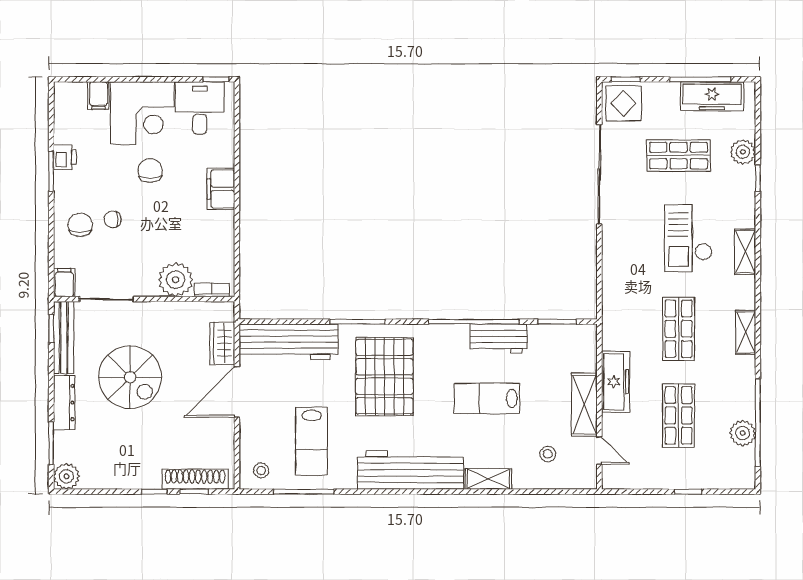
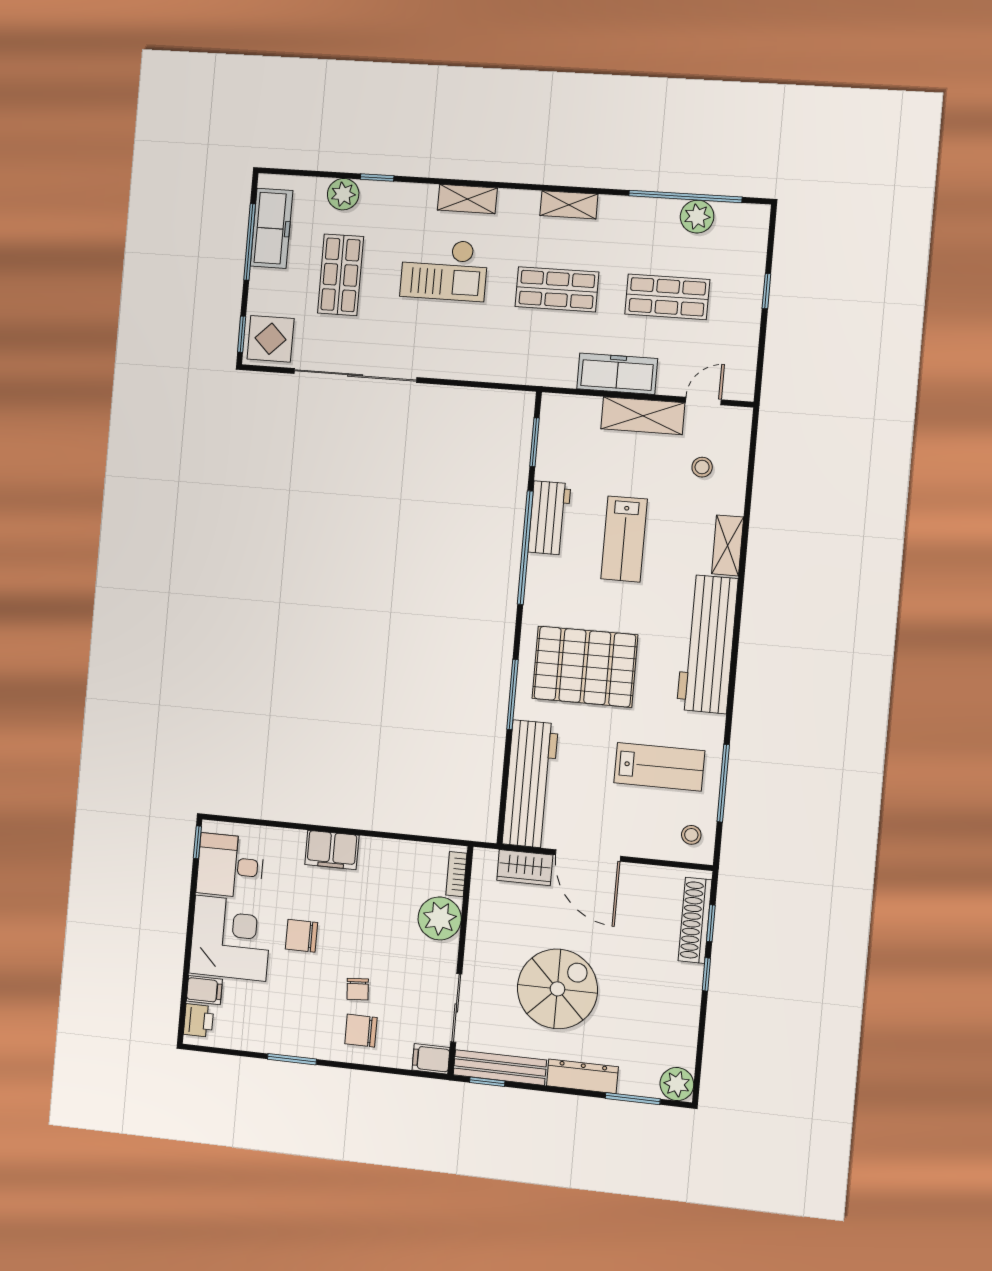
printer: (65, 157) -> (199, 1020), moved, turned 90

